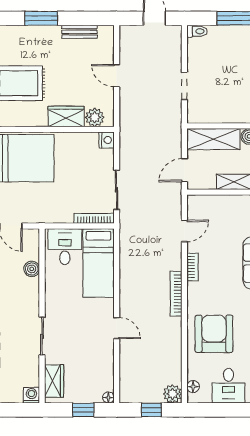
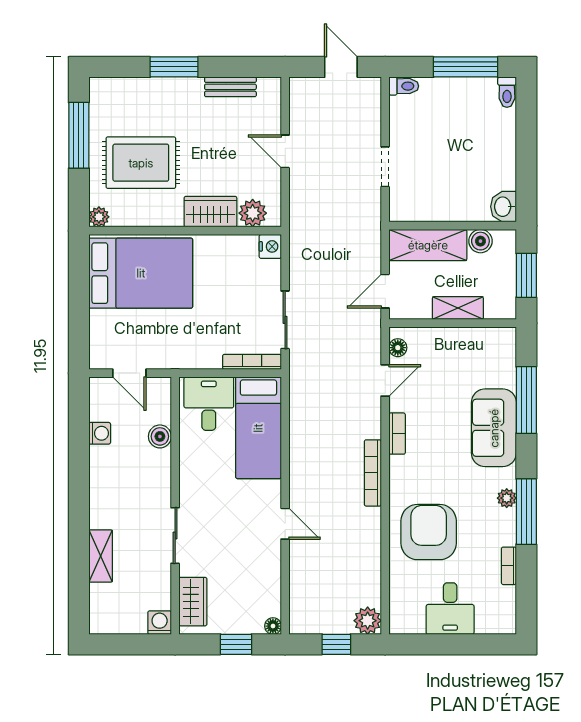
floor lamp: (193, 387) -> (398, 348), moved

